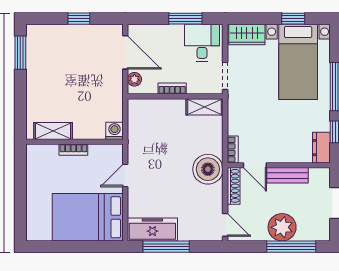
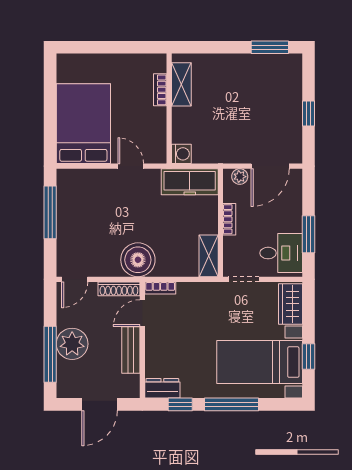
bookcase: (73, 150) -> (160, 90), moved
freezer: (152, 230) -> (190, 182), moved, turned 90

